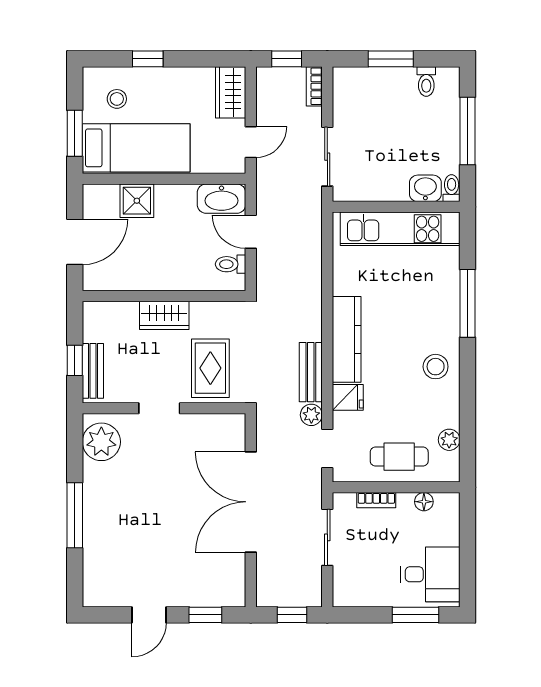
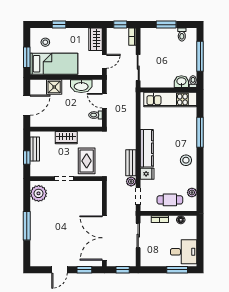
washbasin: (221, 199) -> (81, 86), moved
bench: (93, 371) -> (35, 149), moved
double door: (251, 502) -> (104, 238), moved

